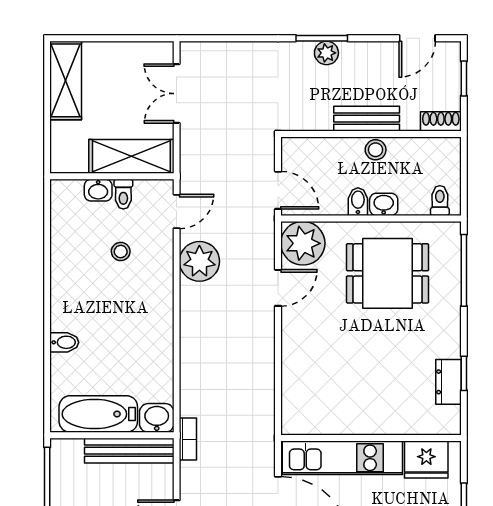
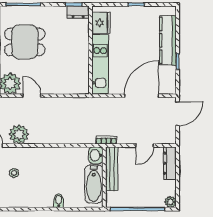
dining table: (388, 273) -> (25, 42), turned 90
wall: (371, 438) -> (90, 50), moved
kitchen unit: (342, 458) -> (100, 64), moved
fridge: (426, 460) -> (101, 23), moved

